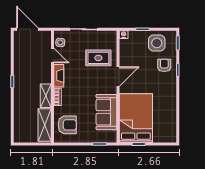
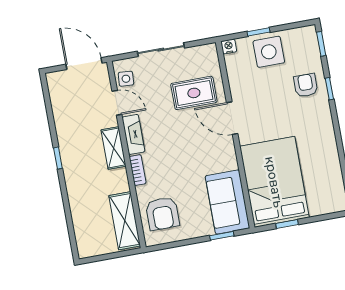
door: (27, 29) -> (84, 64), moved
side table: (157, 43) -> (269, 52), moved
door: (118, 77) -> (232, 118), swing flipped
shelving: (46, 96) -> (114, 148), moved
sofa: (106, 112) -> (227, 202), moved
armchair: (67, 125) -> (162, 214), turned 90

